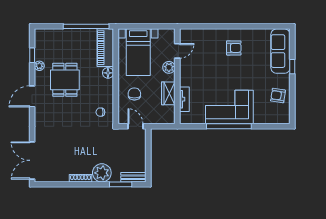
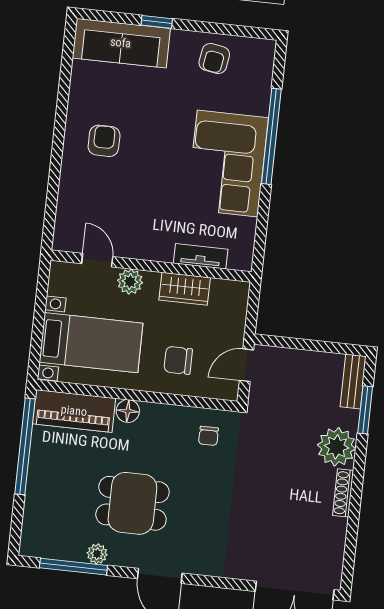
window: (32, 55) -> (73, 567), width x2.17
window: (229, 126) -> (271, 136), moved

